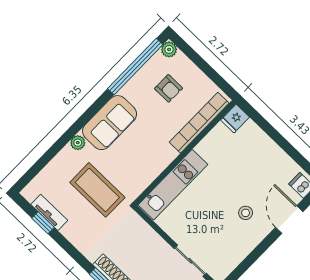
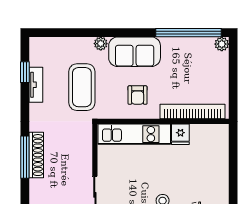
armchair: (169, 88) -> (138, 95), moved
fridge: (235, 119) -> (180, 134), moved, turned -90
tv unit: (49, 212) -> (36, 85), moved

